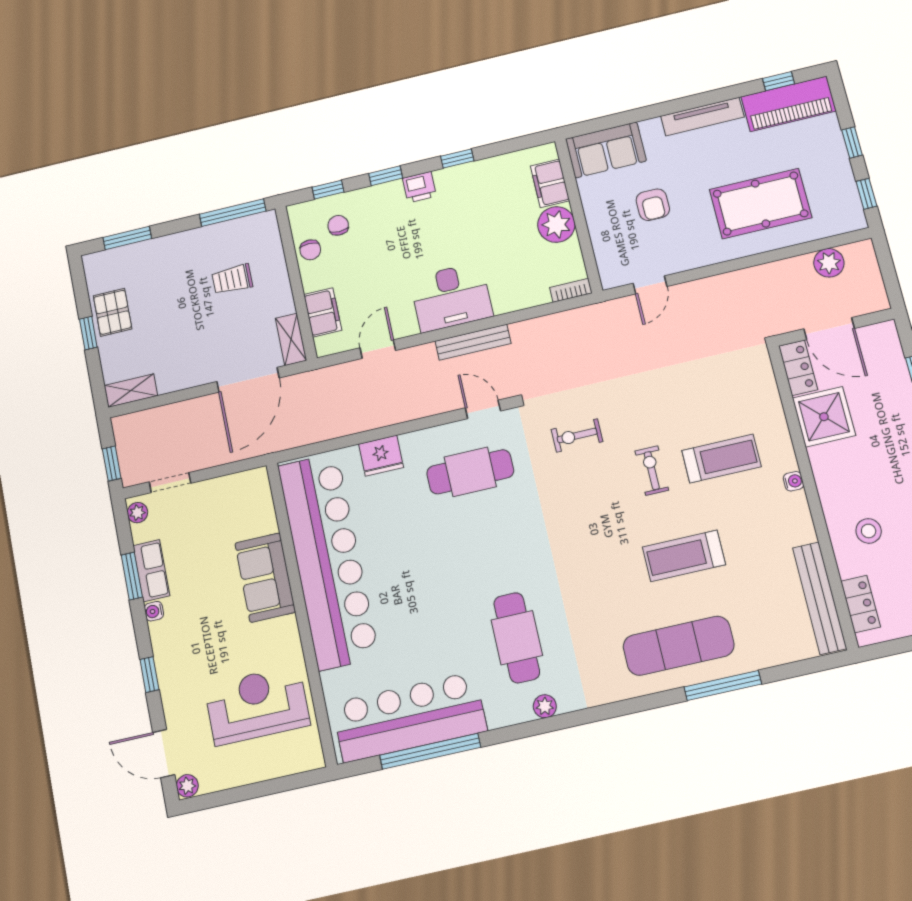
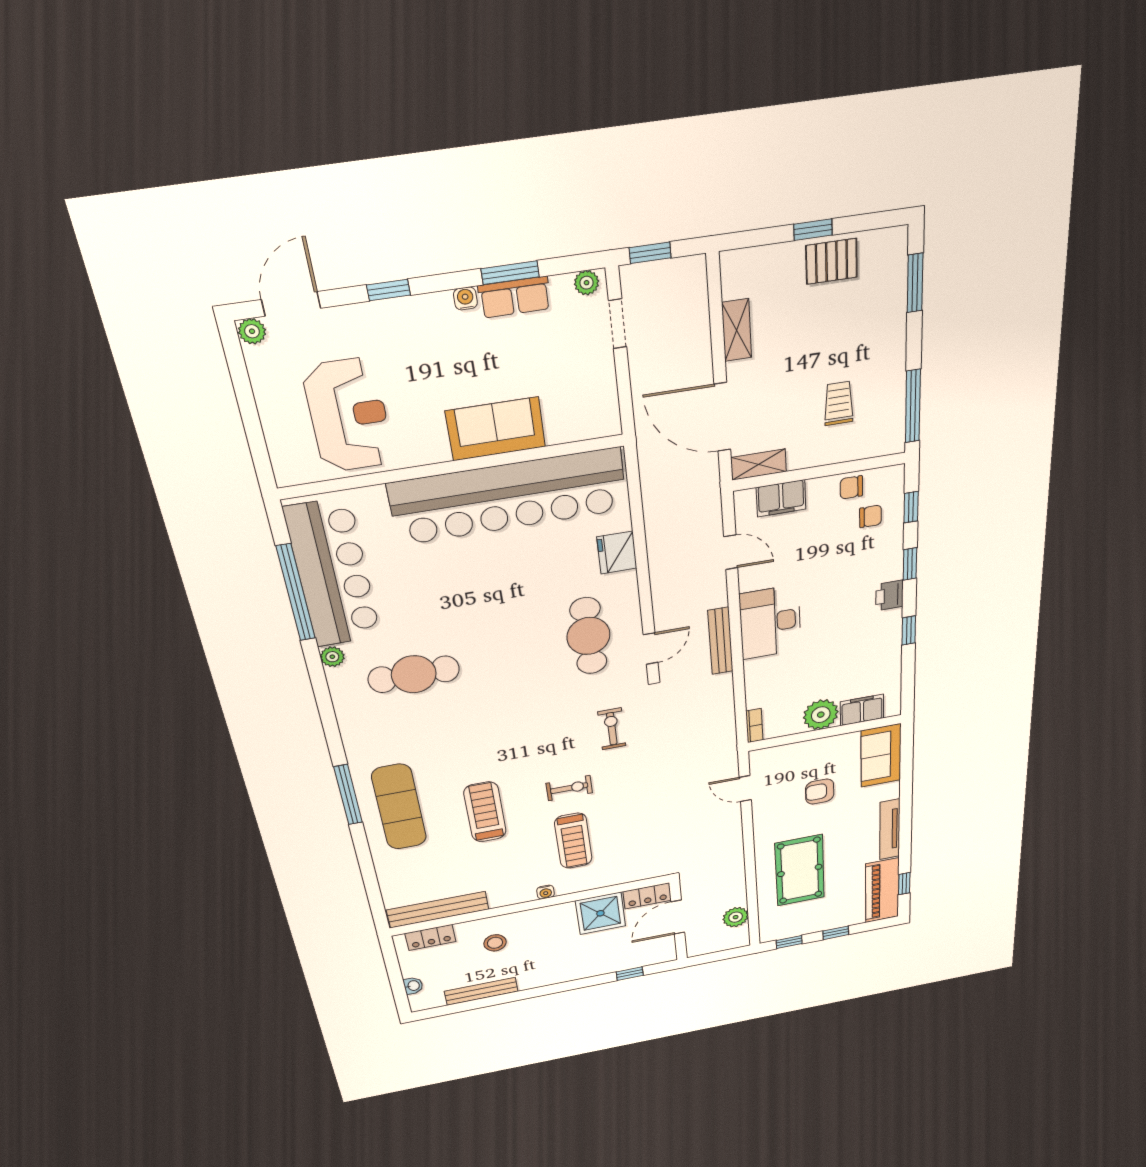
shelving: (131, 391) -> (737, 330), moved
window: (723, 685) -> (348, 795), moved
plant: (545, 706) -> (332, 657), moved

